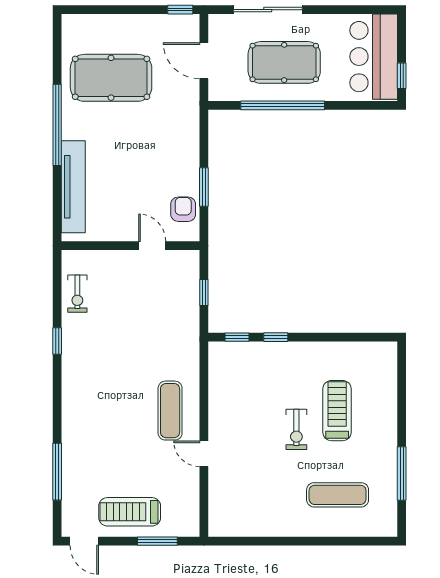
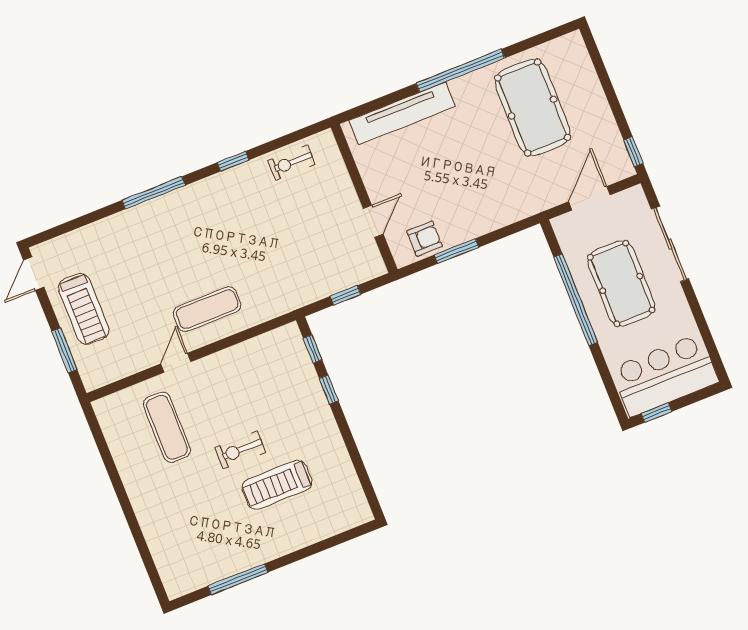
treadmill: (337, 411) -> (277, 485), turned 180
window: (57, 472) -> (154, 193), moved
exercise mat: (338, 495) -> (167, 427), moved
treadmill: (130, 512) -> (84, 309), turned 180

